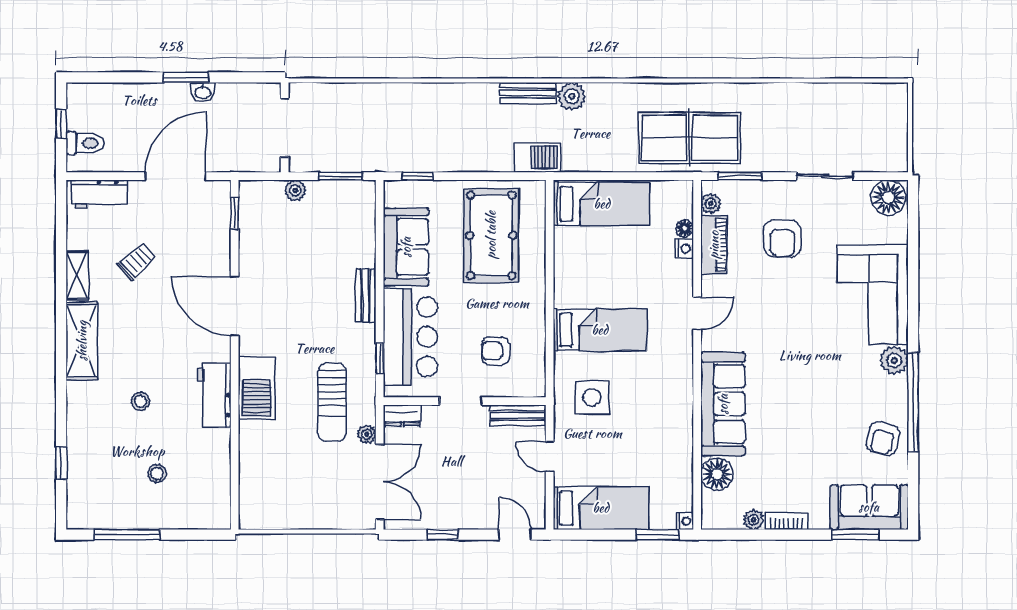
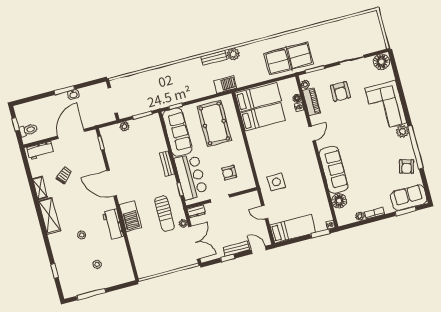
sofa: (406, 247) -> (177, 132), width x1.36
bed: (600, 330) -> (263, 117), moved
bench: (518, 415) -> (236, 249), moved

